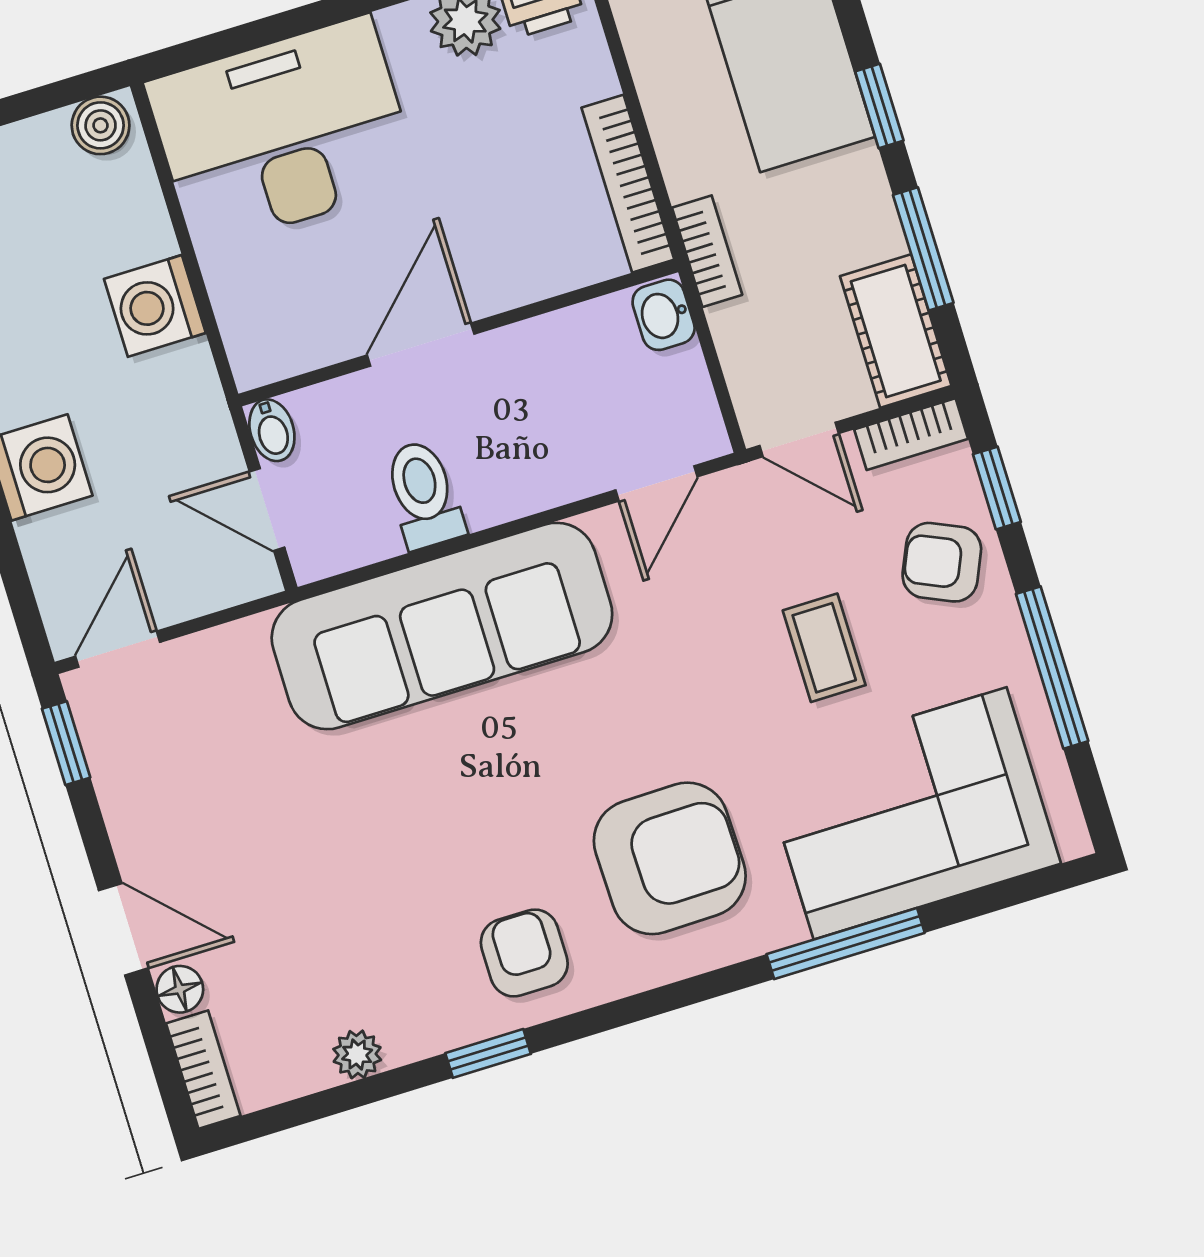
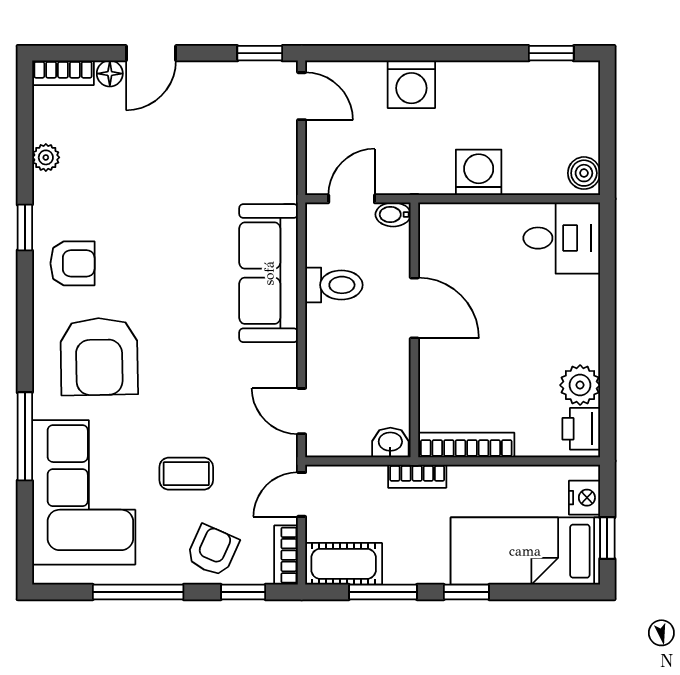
desk: (283, 133) -> (562, 238), width x0.53, depth x0.77
sofa: (442, 626) -> (269, 273), width x0.74, depth x0.79

